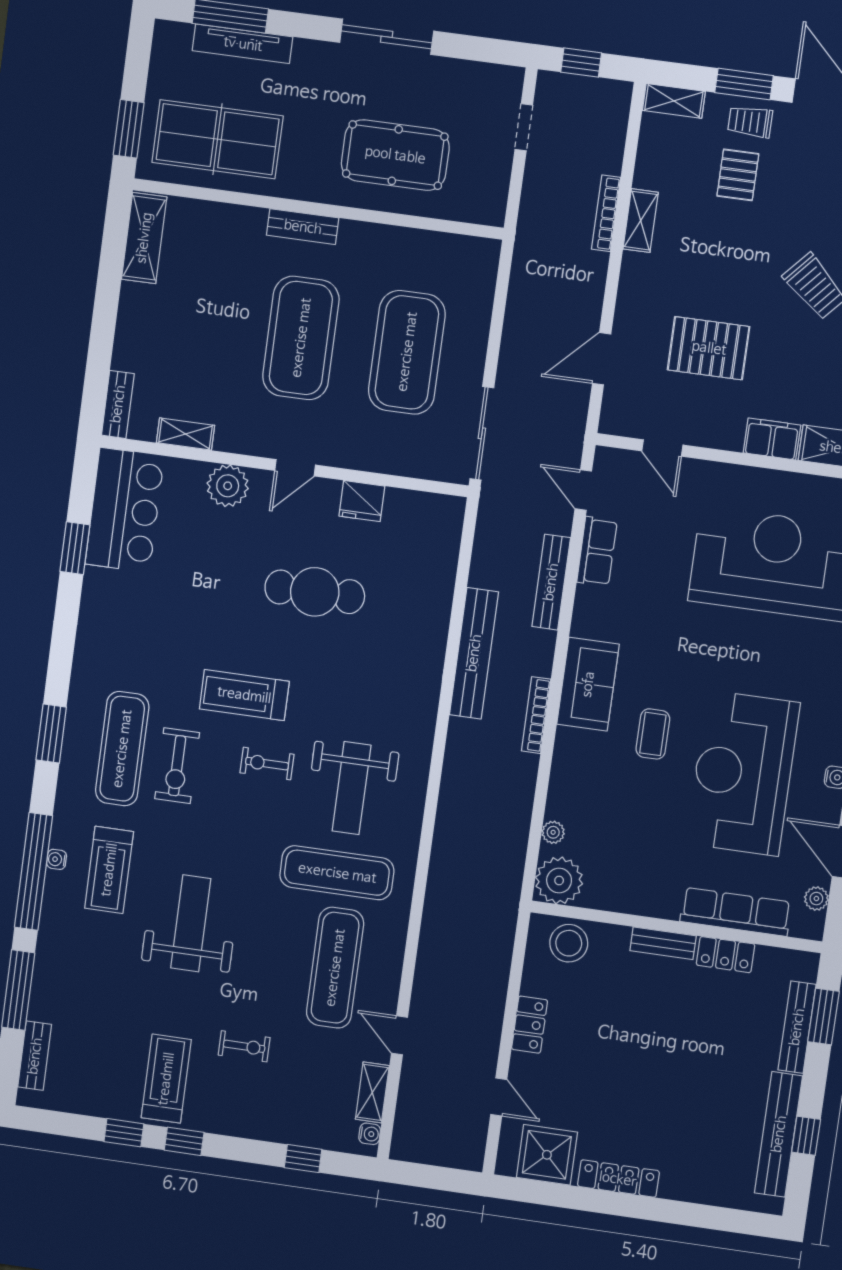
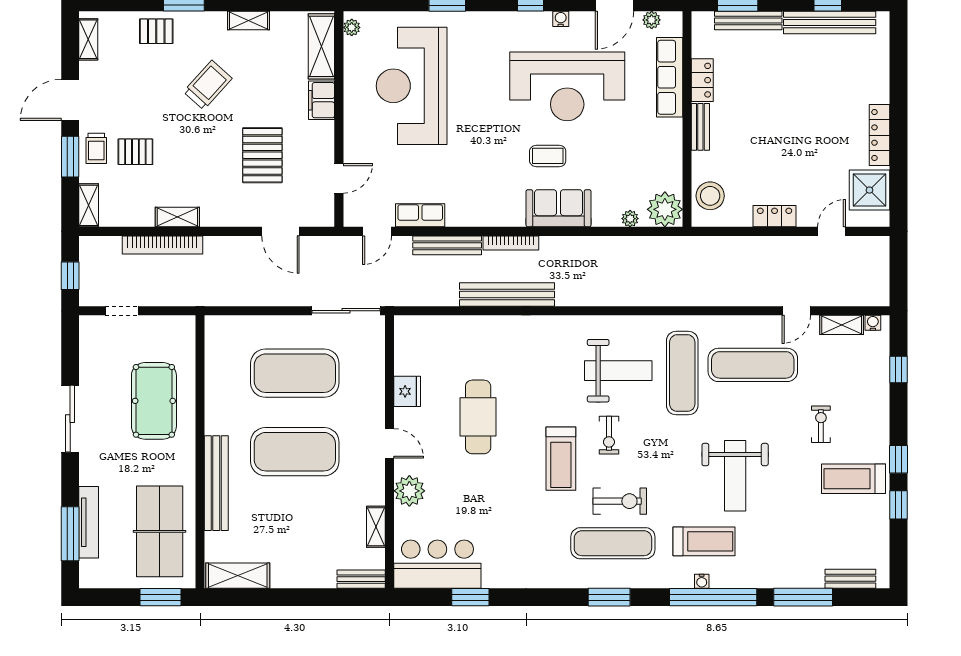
bookcase: (606, 213) -> (162, 245), width x1.48, depth x1.31
bench: (303, 227) -> (216, 483), width x1.86, depth x1.21
sofa: (588, 684) -> (558, 208), moved
bookcase: (536, 715) -> (511, 243), moved
weight bench: (191, 923) -> (735, 476), turned -90

